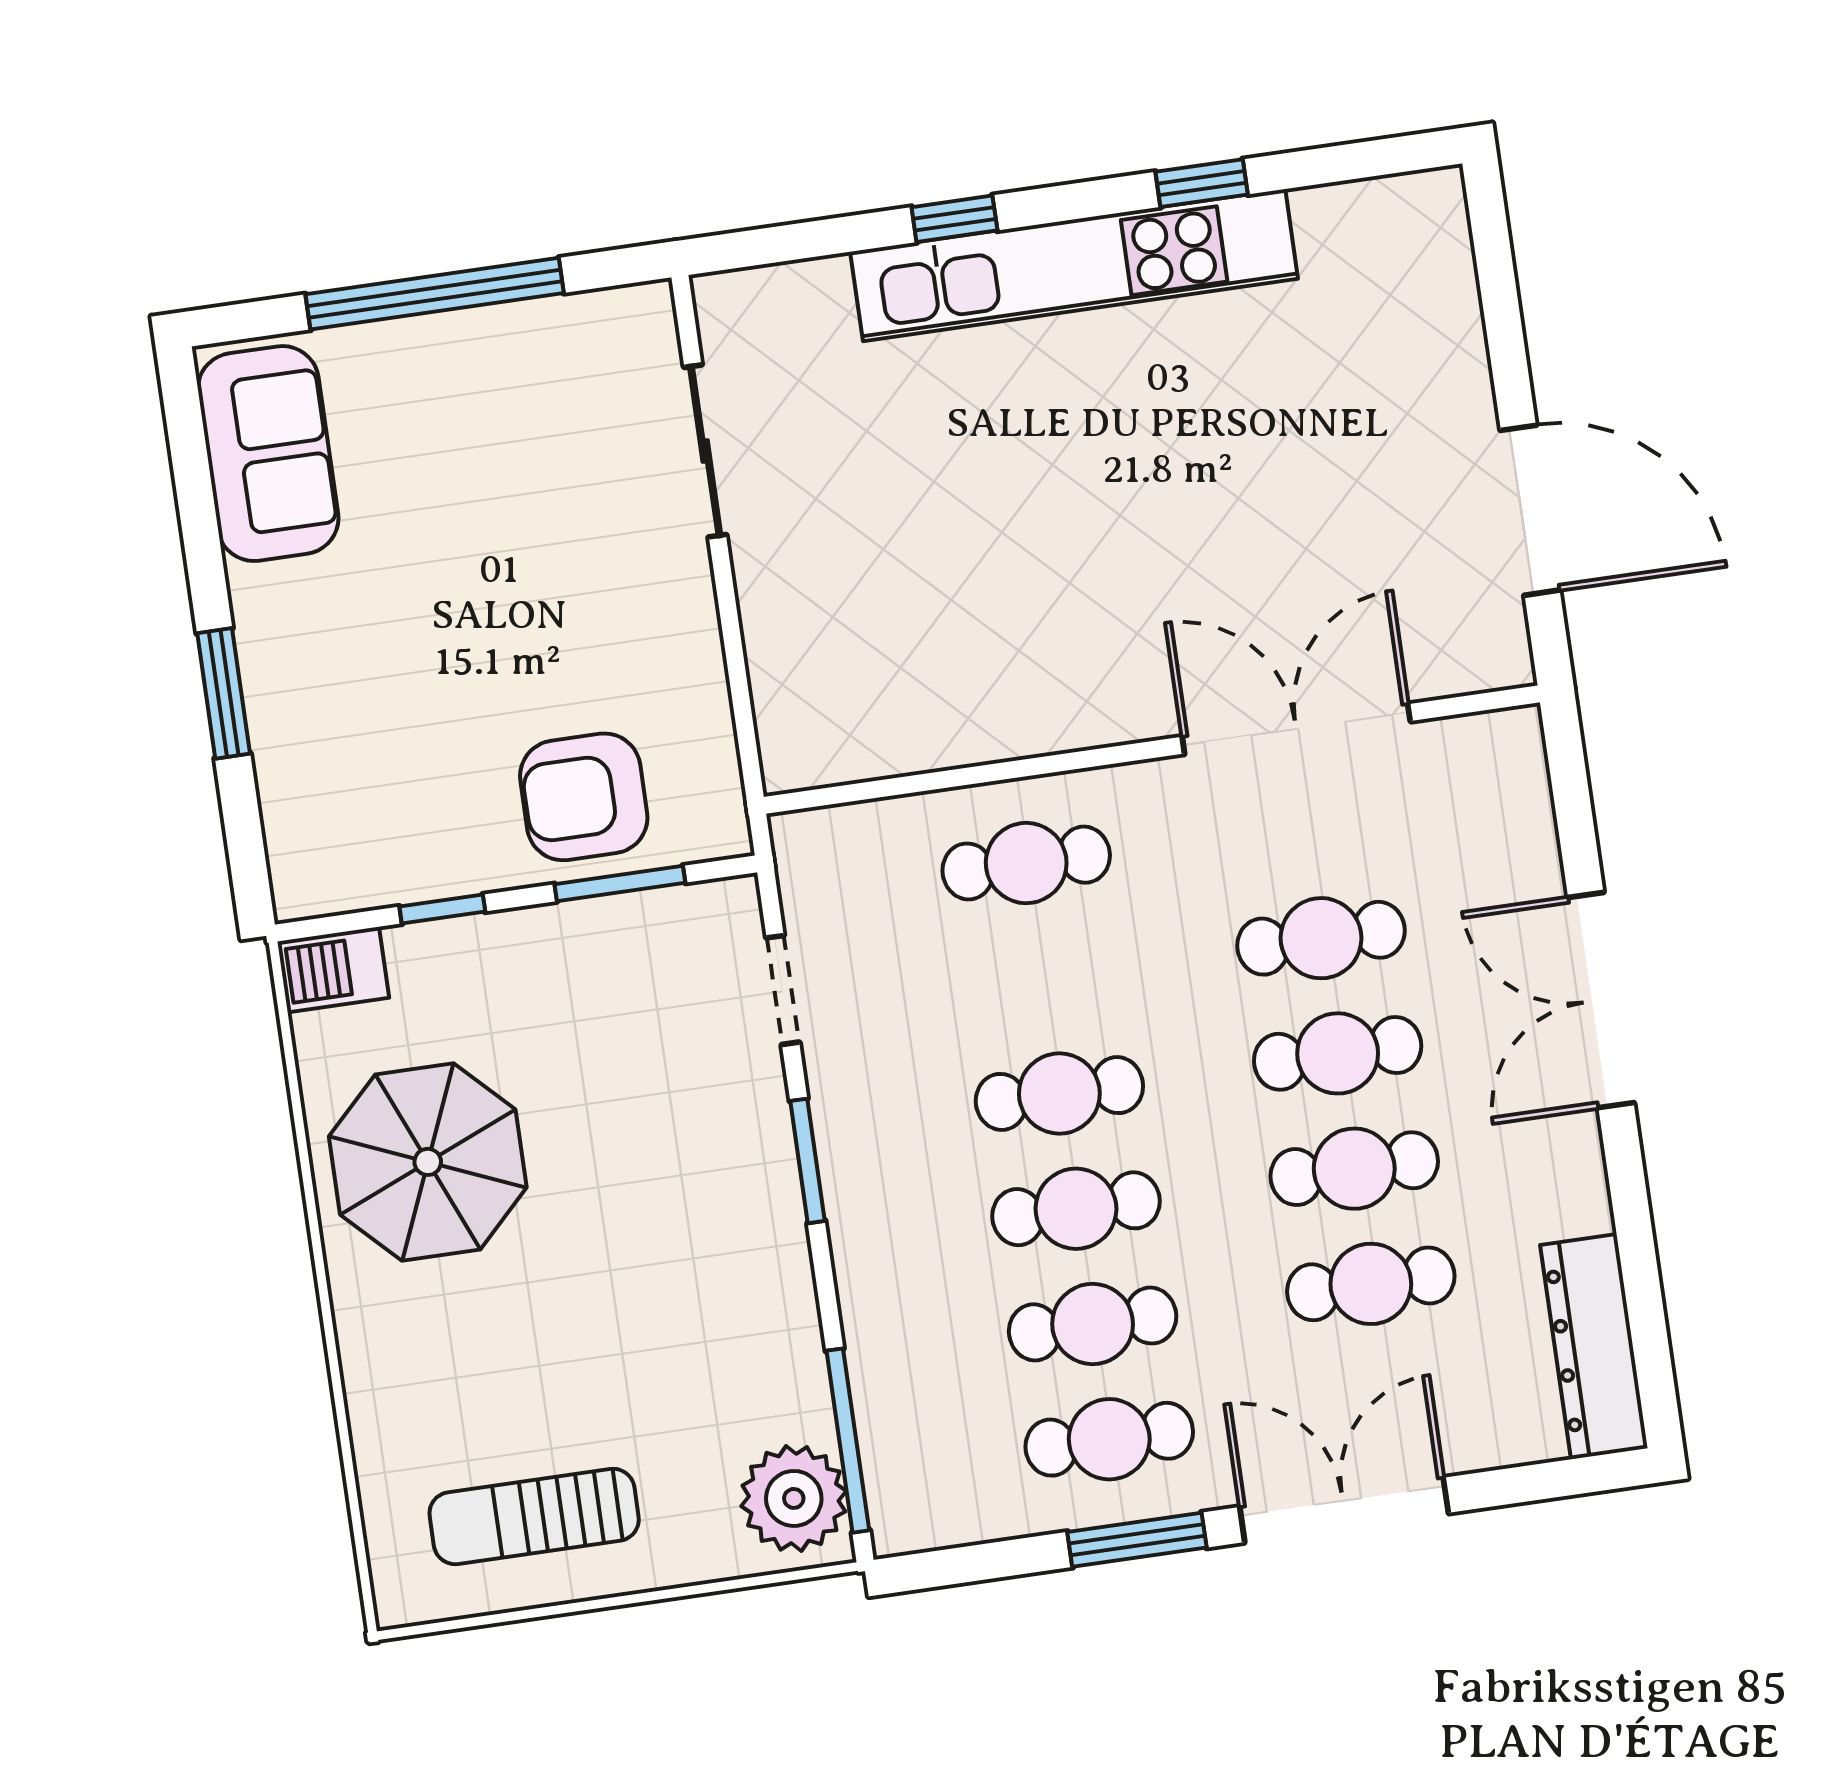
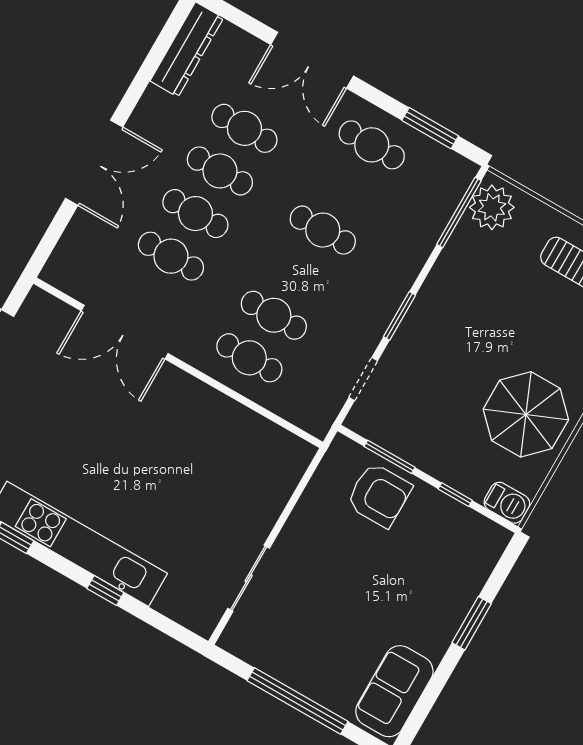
cafe table: (1059, 1094) -> (274, 315), moved
cafe table: (1093, 1324) -> (347, 187), removed
window: (1137, 1540) -> (430, 128), moved

